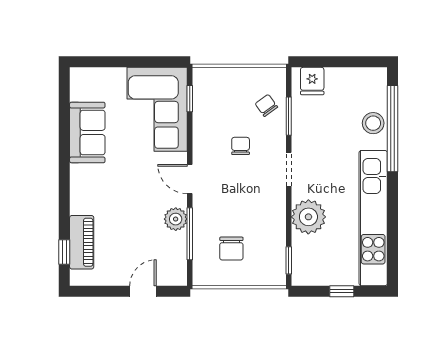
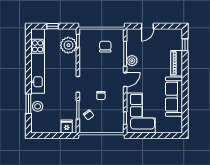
window: (393, 129) -> (28, 104), width x0.47
sofa: (87, 132) -> (174, 97), width x1.36
door: (190, 179) -> (125, 80), hinge flipped
plant: (308, 217) -> (68, 45), moved
piano: (82, 242) -> (177, 63), moved

